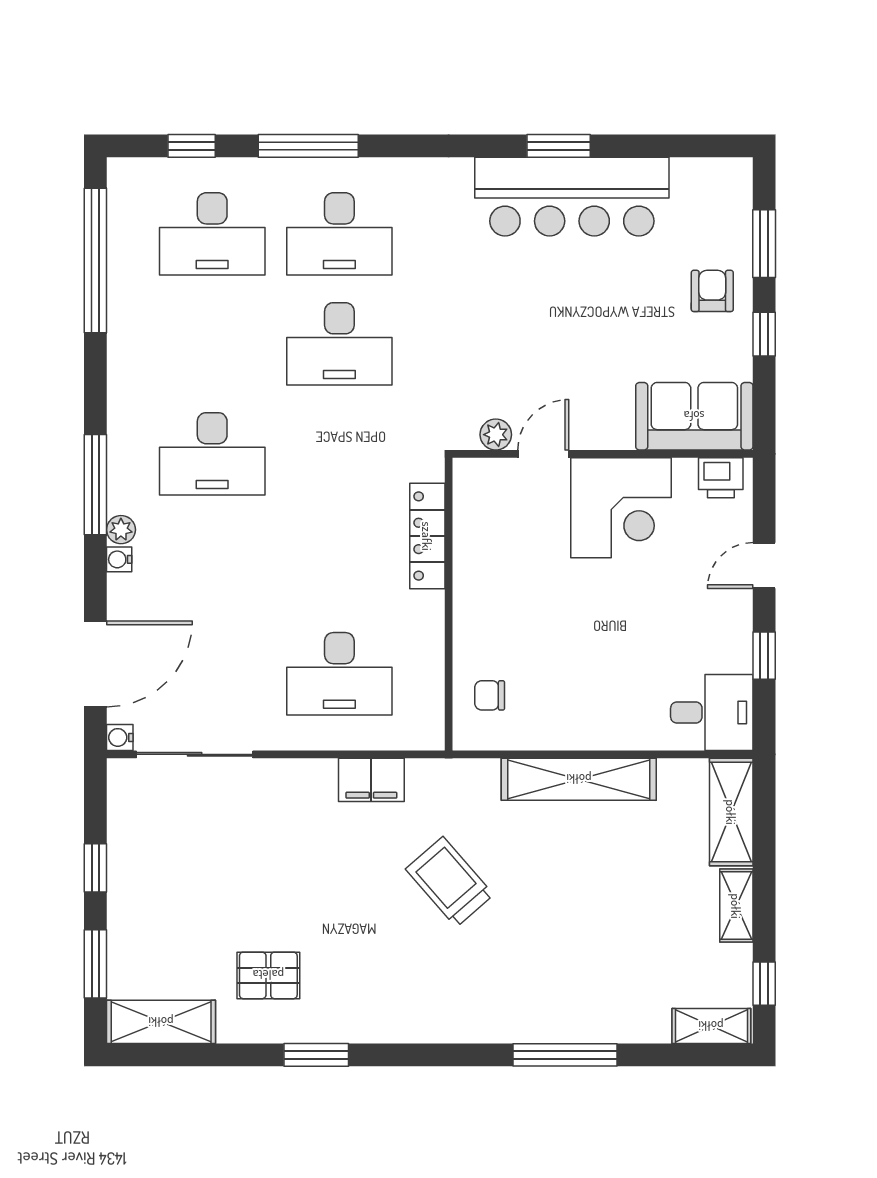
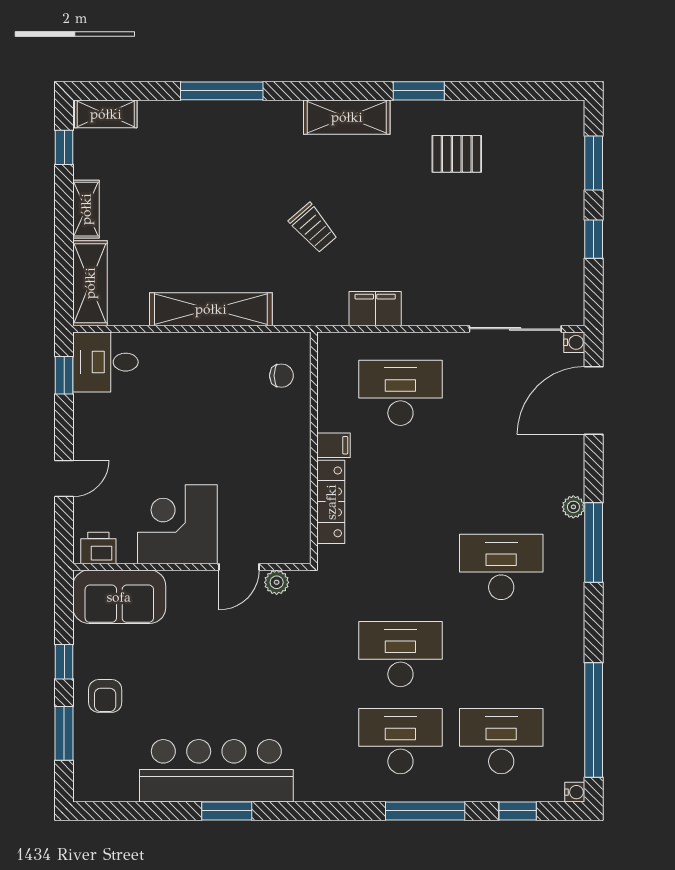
water cooler: (119, 559) -> (575, 792), moved
filing cabinet: (424, 608) -> (334, 445), added
window: (764, 656) -> (64, 375), moved
trolley: (450, 882) -> (313, 228), width x0.73, depth x0.72
shelving: (161, 1022) -> (347, 117), moved

